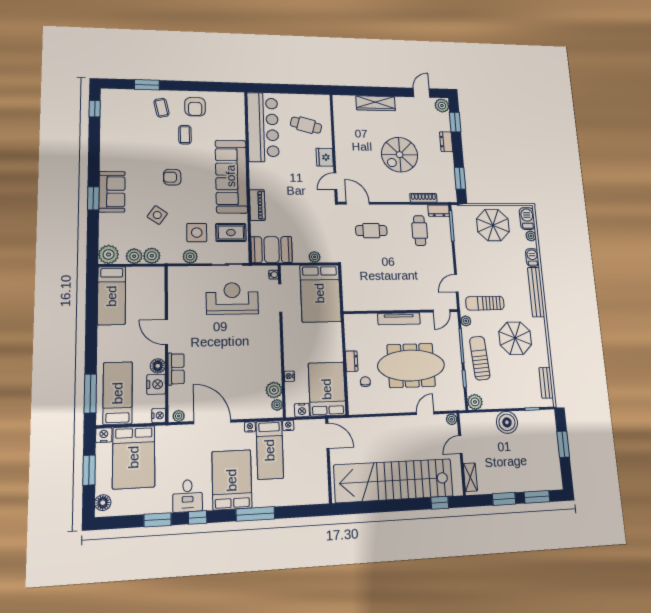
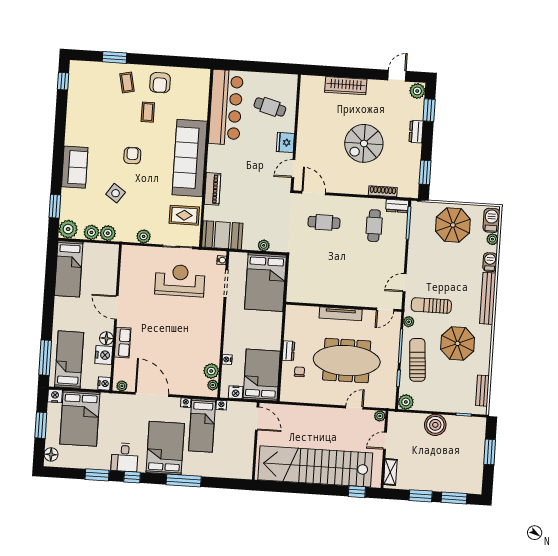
armchair: (172, 177) -> (132, 156), turned 90
window: (93, 198) -> (55, 206), moved
side table: (197, 233) -> (152, 213), removed

